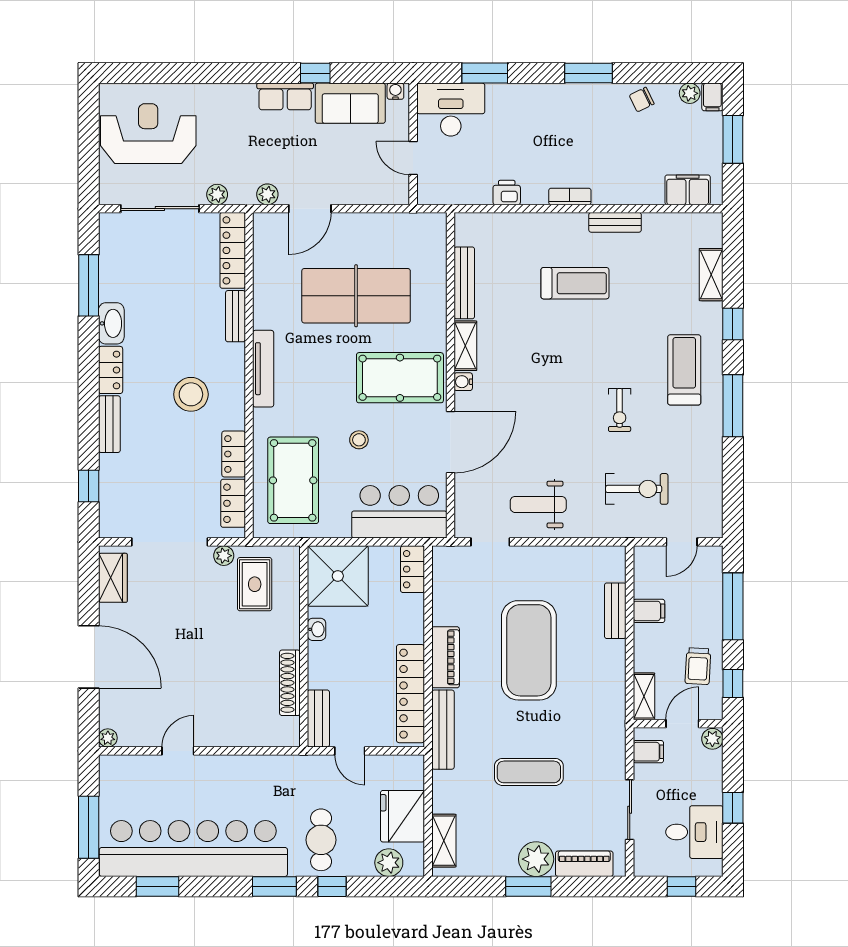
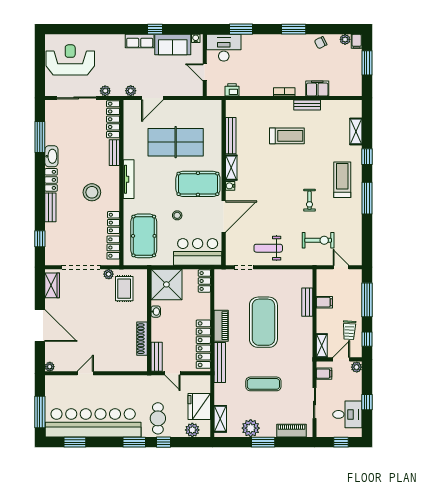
filing cabinet: (688, 190) -> (317, 88), moved
printer: (507, 193) -> (232, 90), moved
door: (682, 542) -> (341, 267), swing flipped
plant: (536, 859) -> (251, 428), moved

